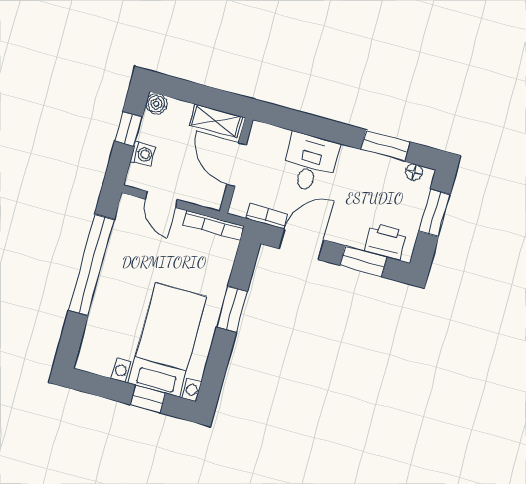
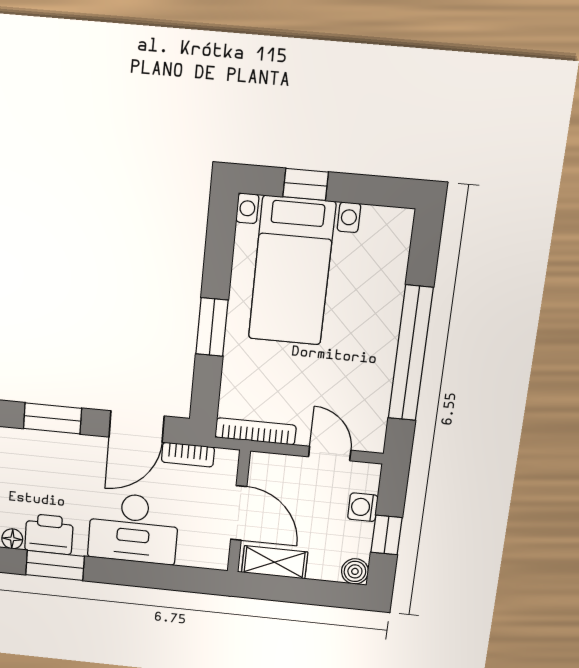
desk: (310, 163) -> (133, 528), width x1.37
printer: (385, 241) -> (49, 534), moved, turned 180

